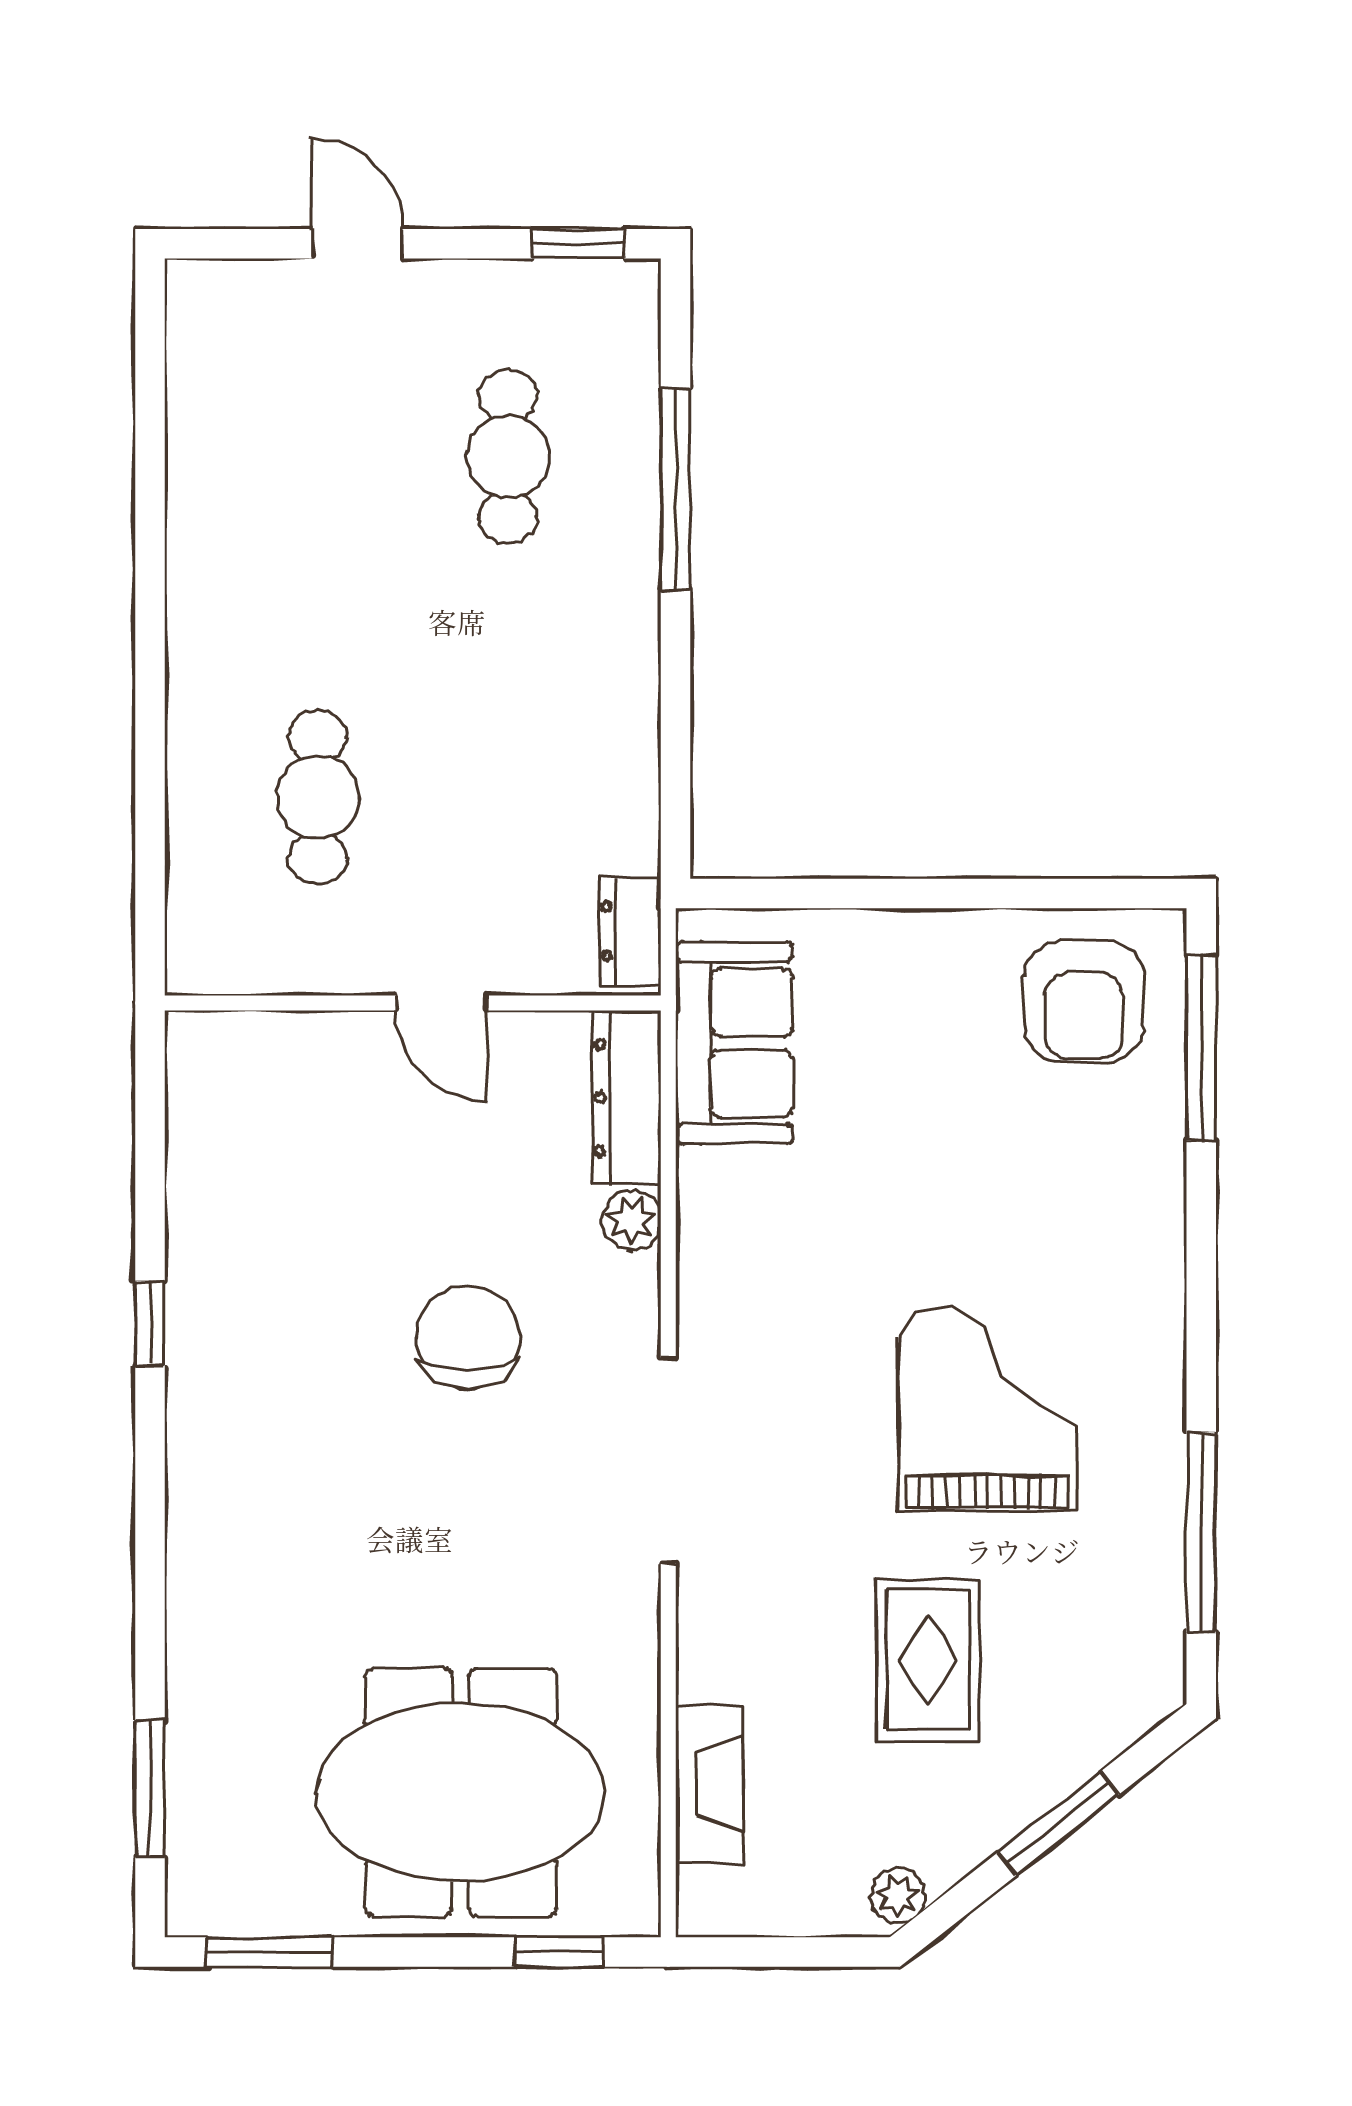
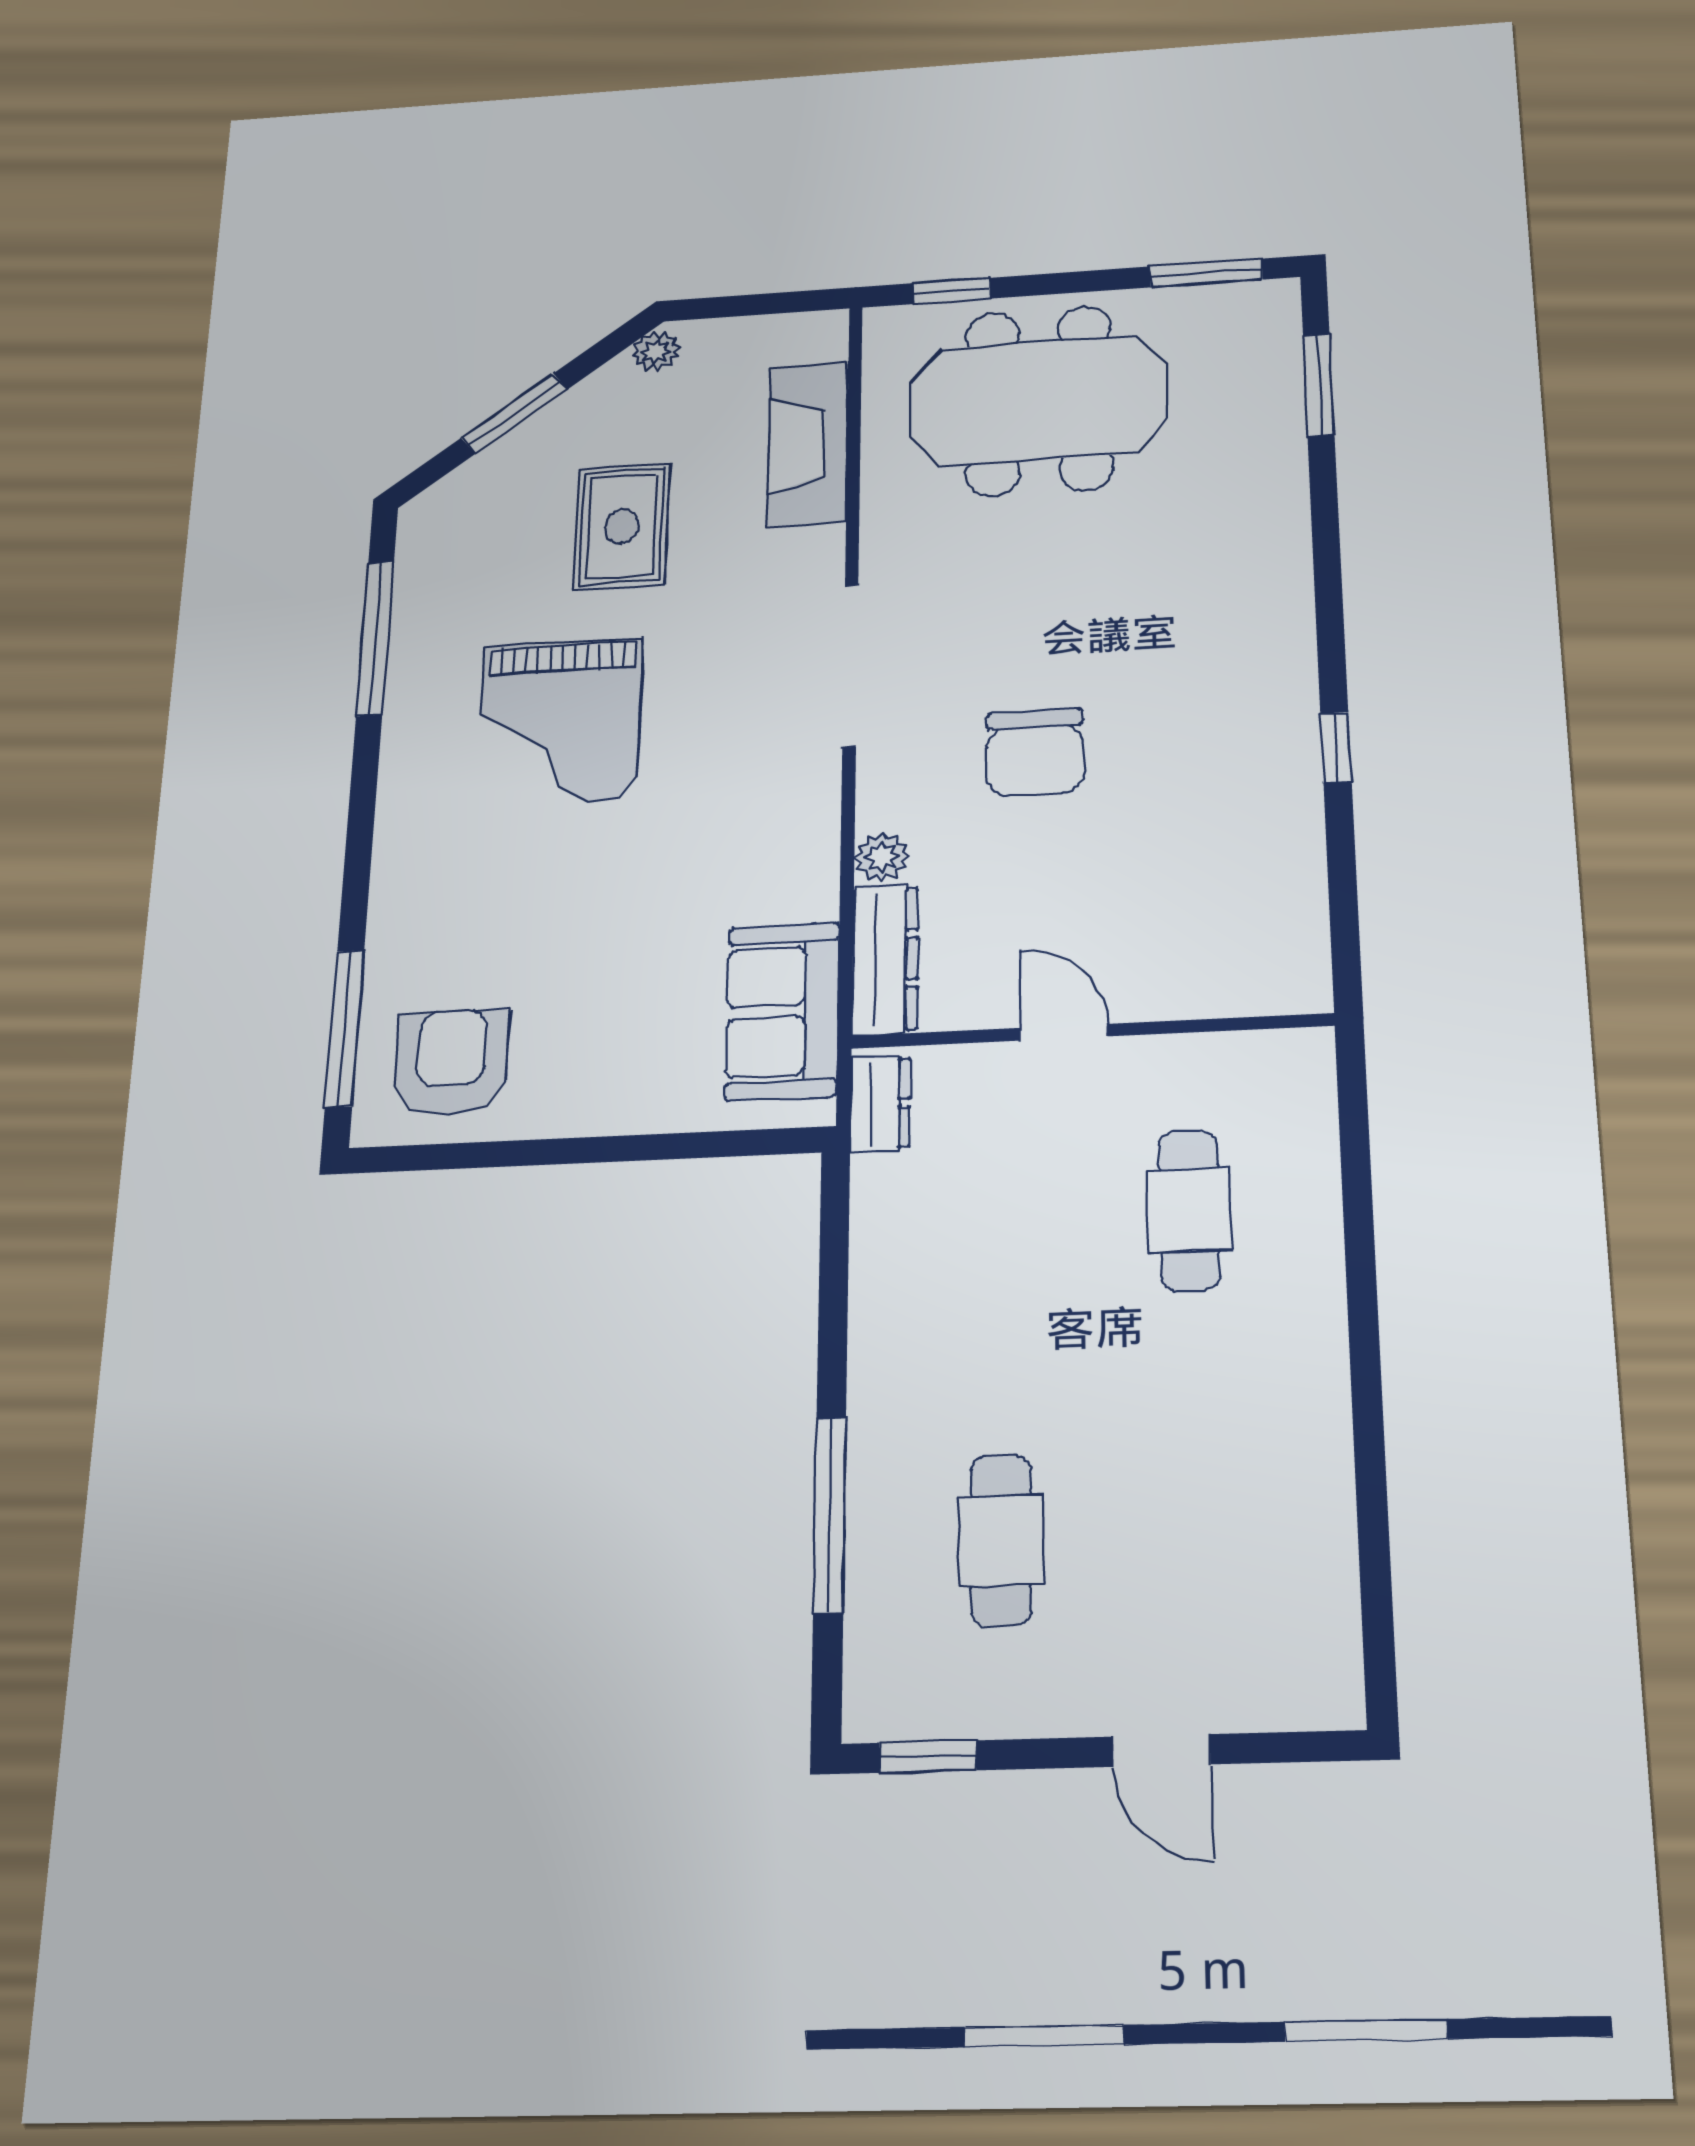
fireplace: (709, 1784) -> (808, 444), width x1.37, depth x1.32

